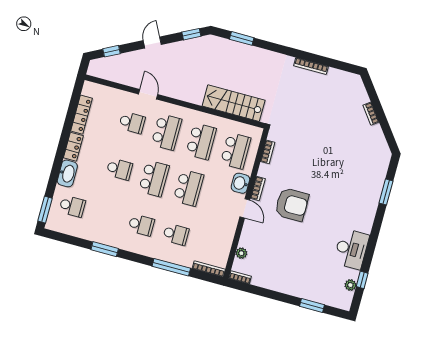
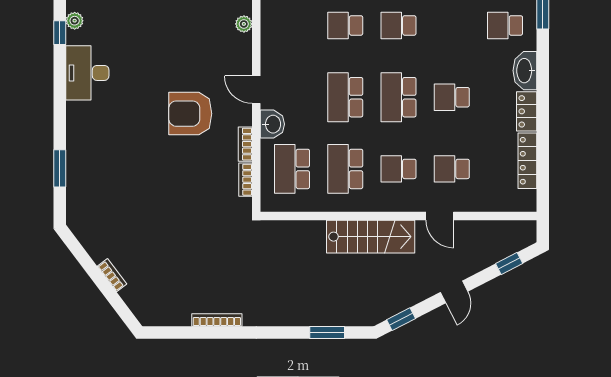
stairs: (234, 103) -> (371, 237), moved
school desk: (167, 132) -> (399, 169), width x0.54
bookcase: (258, 189) -> (245, 144), moved

